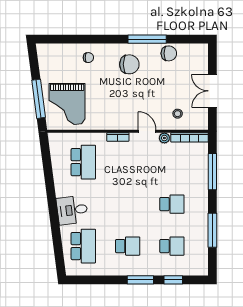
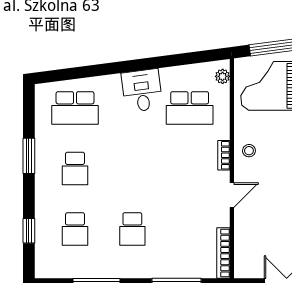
stool: (178, 114) -> (249, 151), moved
plant: (164, 138) -> (223, 76), moved
desk: (72, 210) -> (142, 91), moved
window: (140, 280) -> (29, 156), moved

